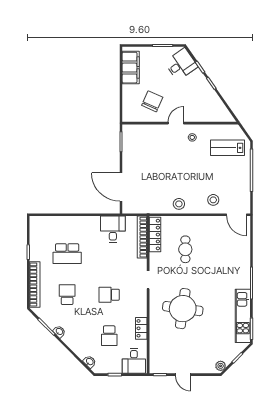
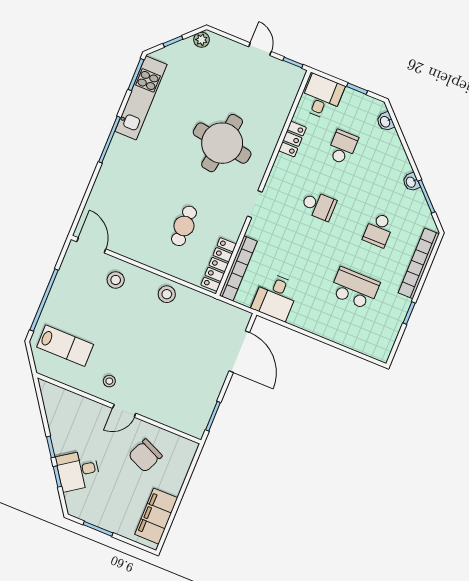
desk: (181, 64) -> (78, 471), moved

